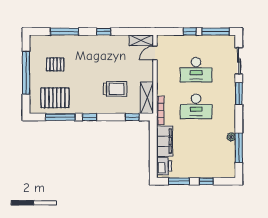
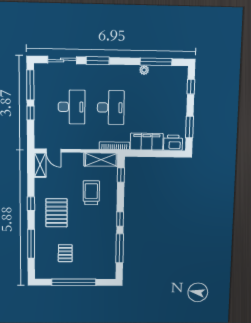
pallet: (55, 98) -> (57, 213), moved
window: (206, 181) -> (191, 87), moved

